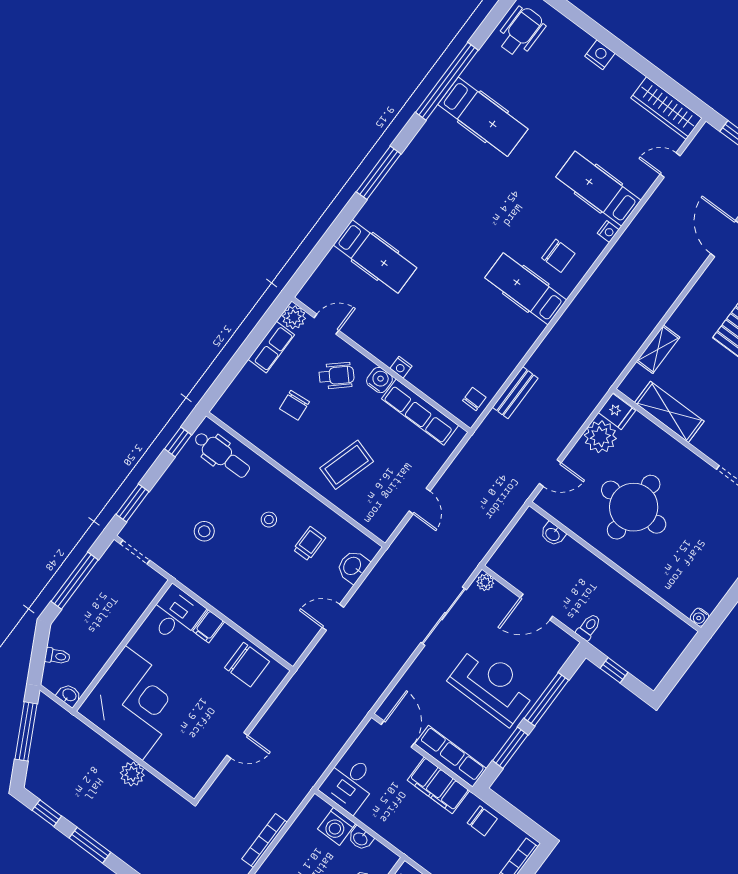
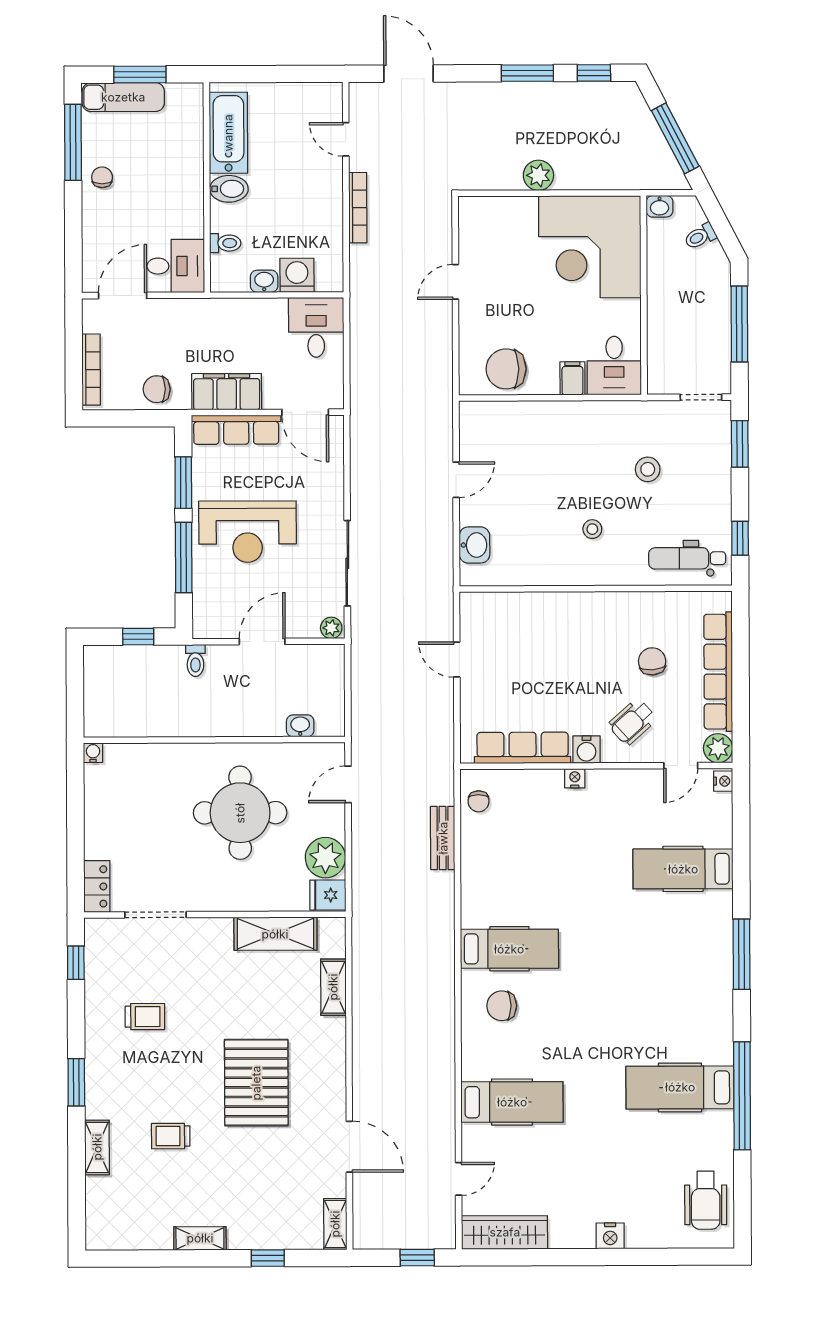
nightstand: (608, 231) -> (723, 781), moved, turned 180
row of seats: (271, 347) -> (718, 672), width x2.02
coffee table: (347, 465) -> (556, 641), removed
trolley: (309, 544) -> (534, 535), removed

